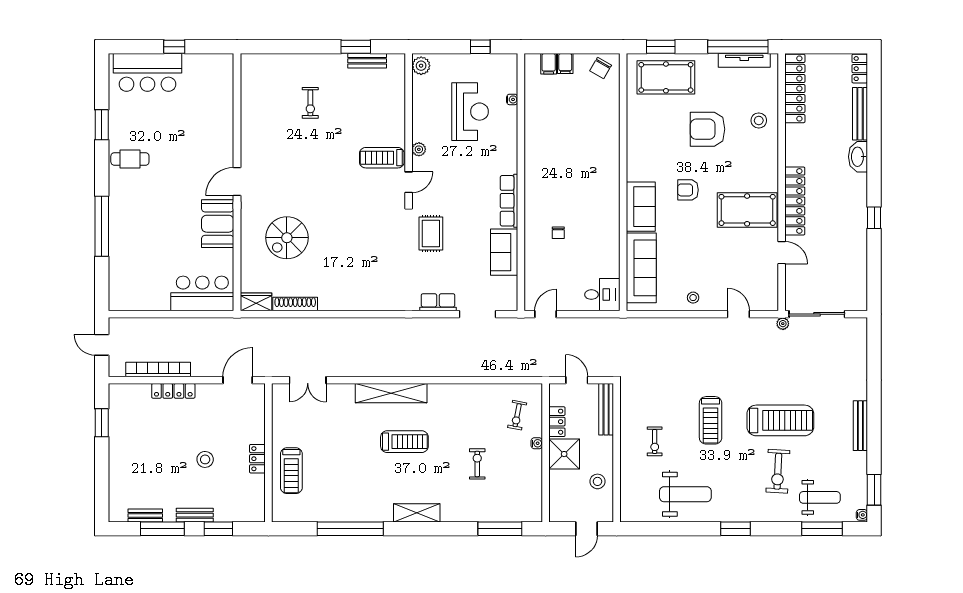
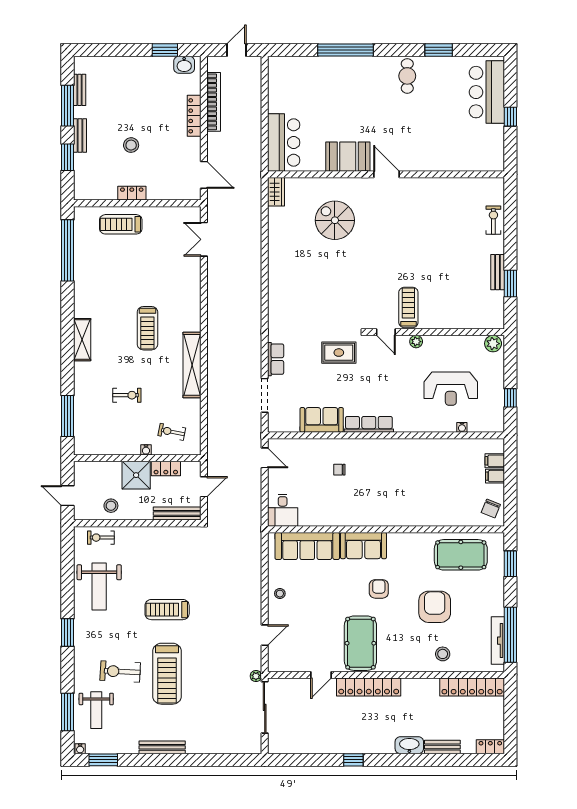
bench: (367, 61) -> (498, 272), moved
chair: (601, 68) -> (491, 509), turned -98
pool table: (666, 77) -> (461, 555), moved, turned 90
exercise bike: (310, 103) -> (493, 220), moved, turned 90
bench: (860, 114) -> (442, 747), width x0.73
shoe rack: (295, 304) -> (274, 228), removed
shelving: (391, 393) -> (192, 365), moved
washbasin: (118, 402) -> (184, 65), added
exercise bike: (655, 441) -> (101, 538), moved
window: (350, 529) -> (67, 250), moved

